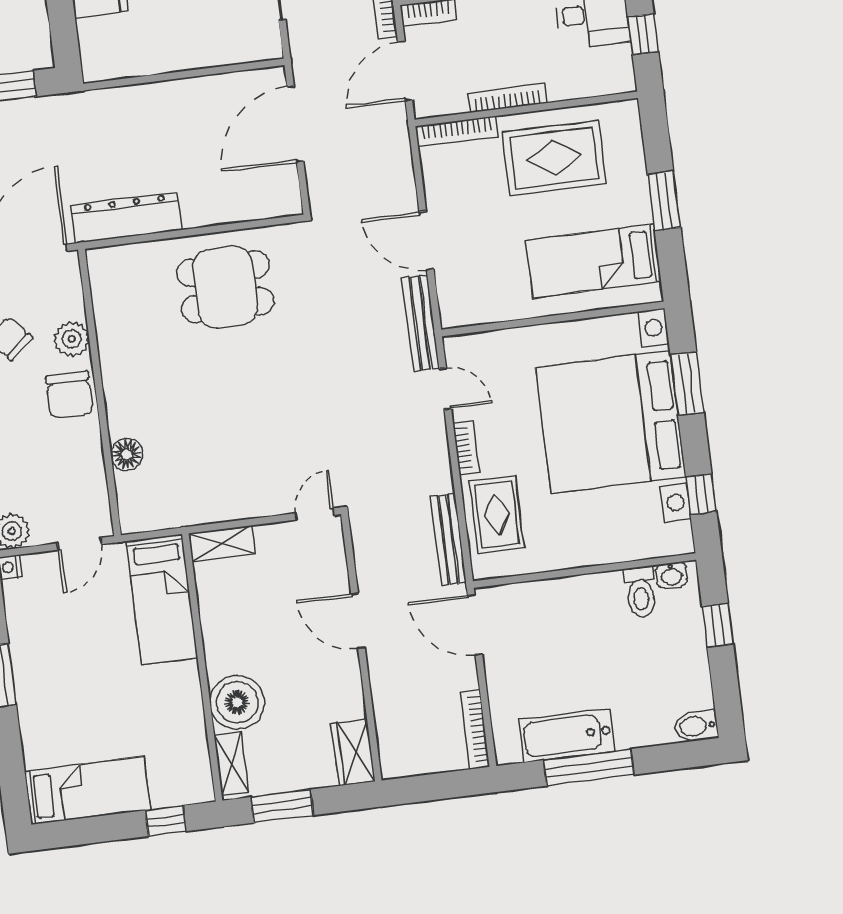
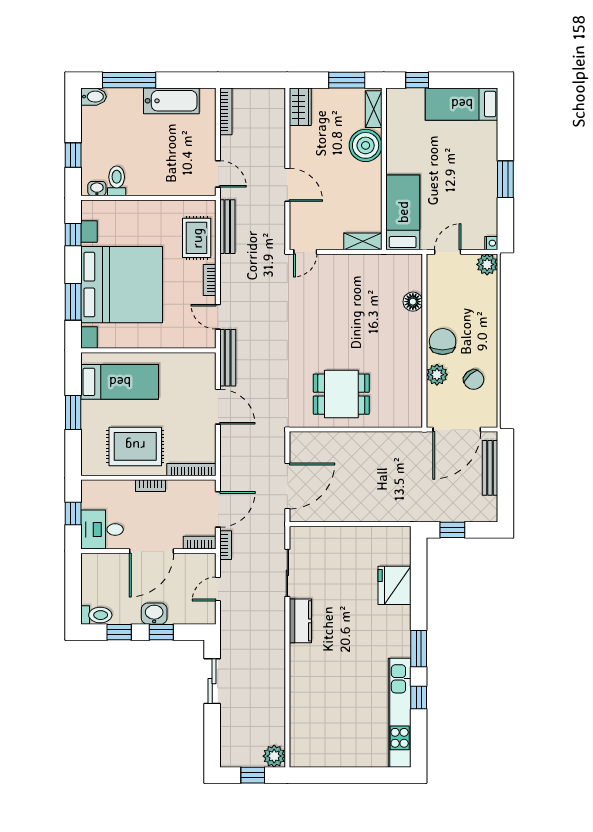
bookcase: (507, 98) -> (151, 486), width x0.64
dresser: (126, 218) -> (395, 443), removed
door: (475, 625) -> (218, 174), width x0.73
window: (589, 767) -> (129, 80), moved

